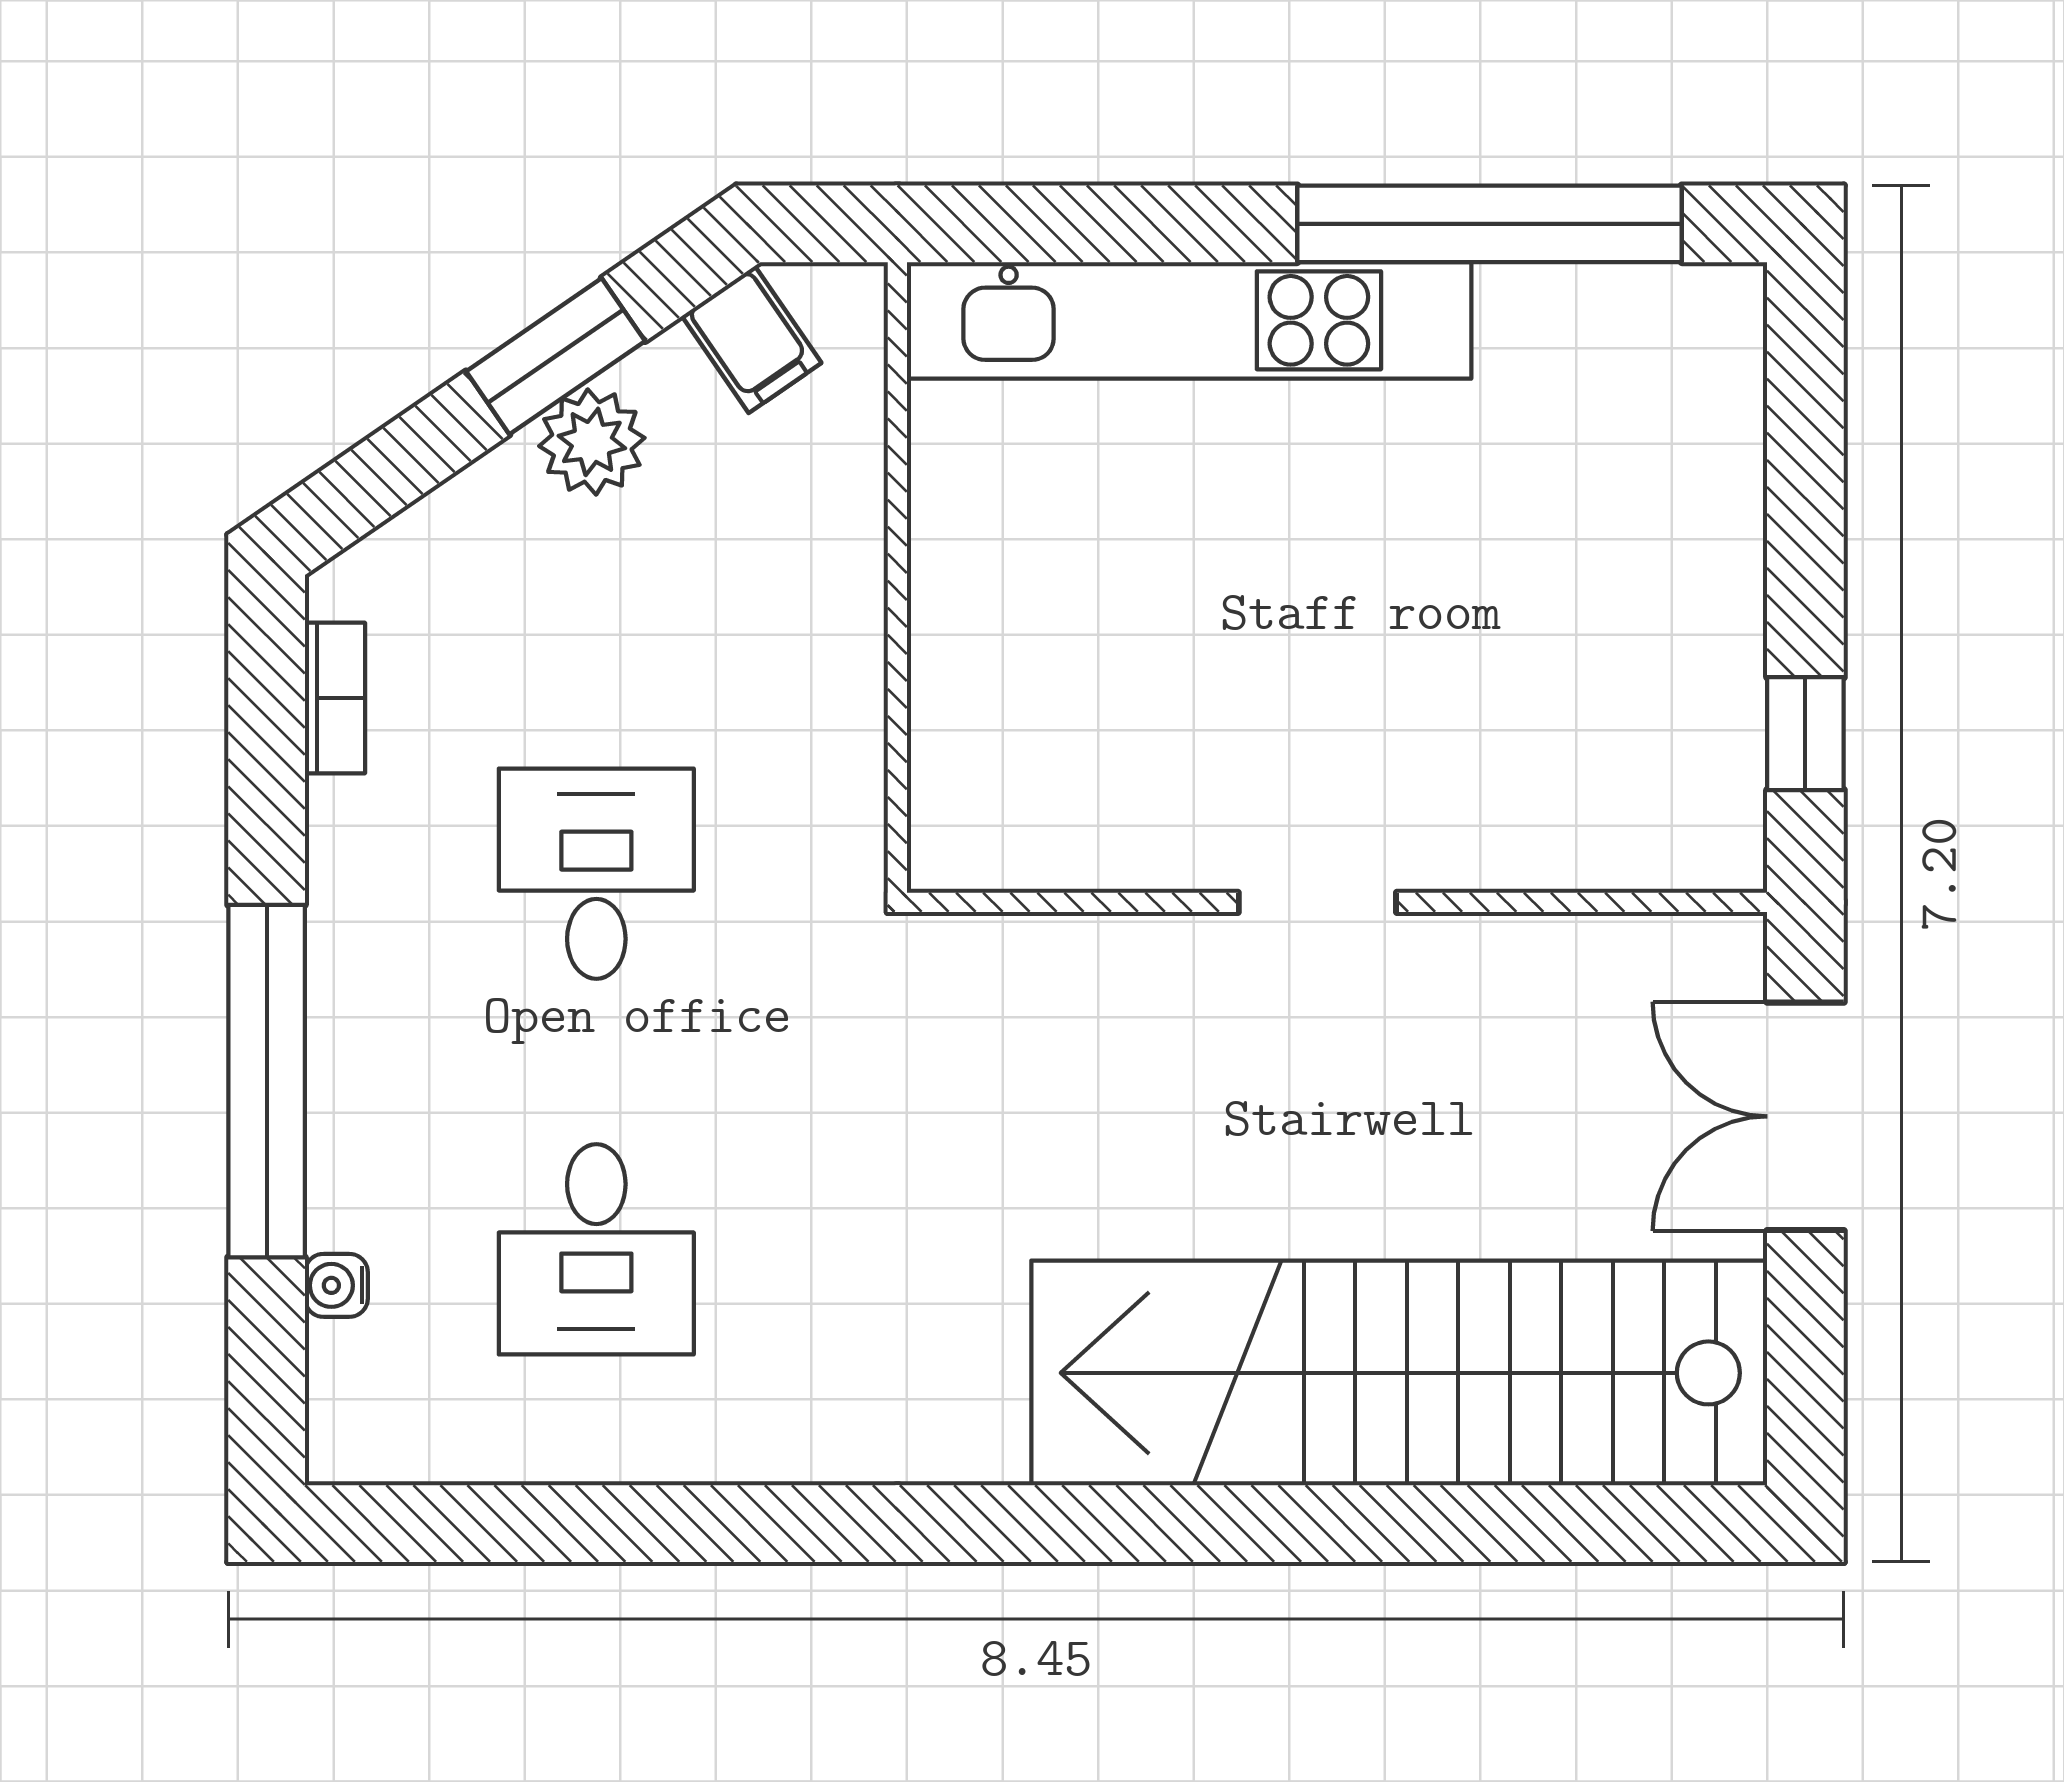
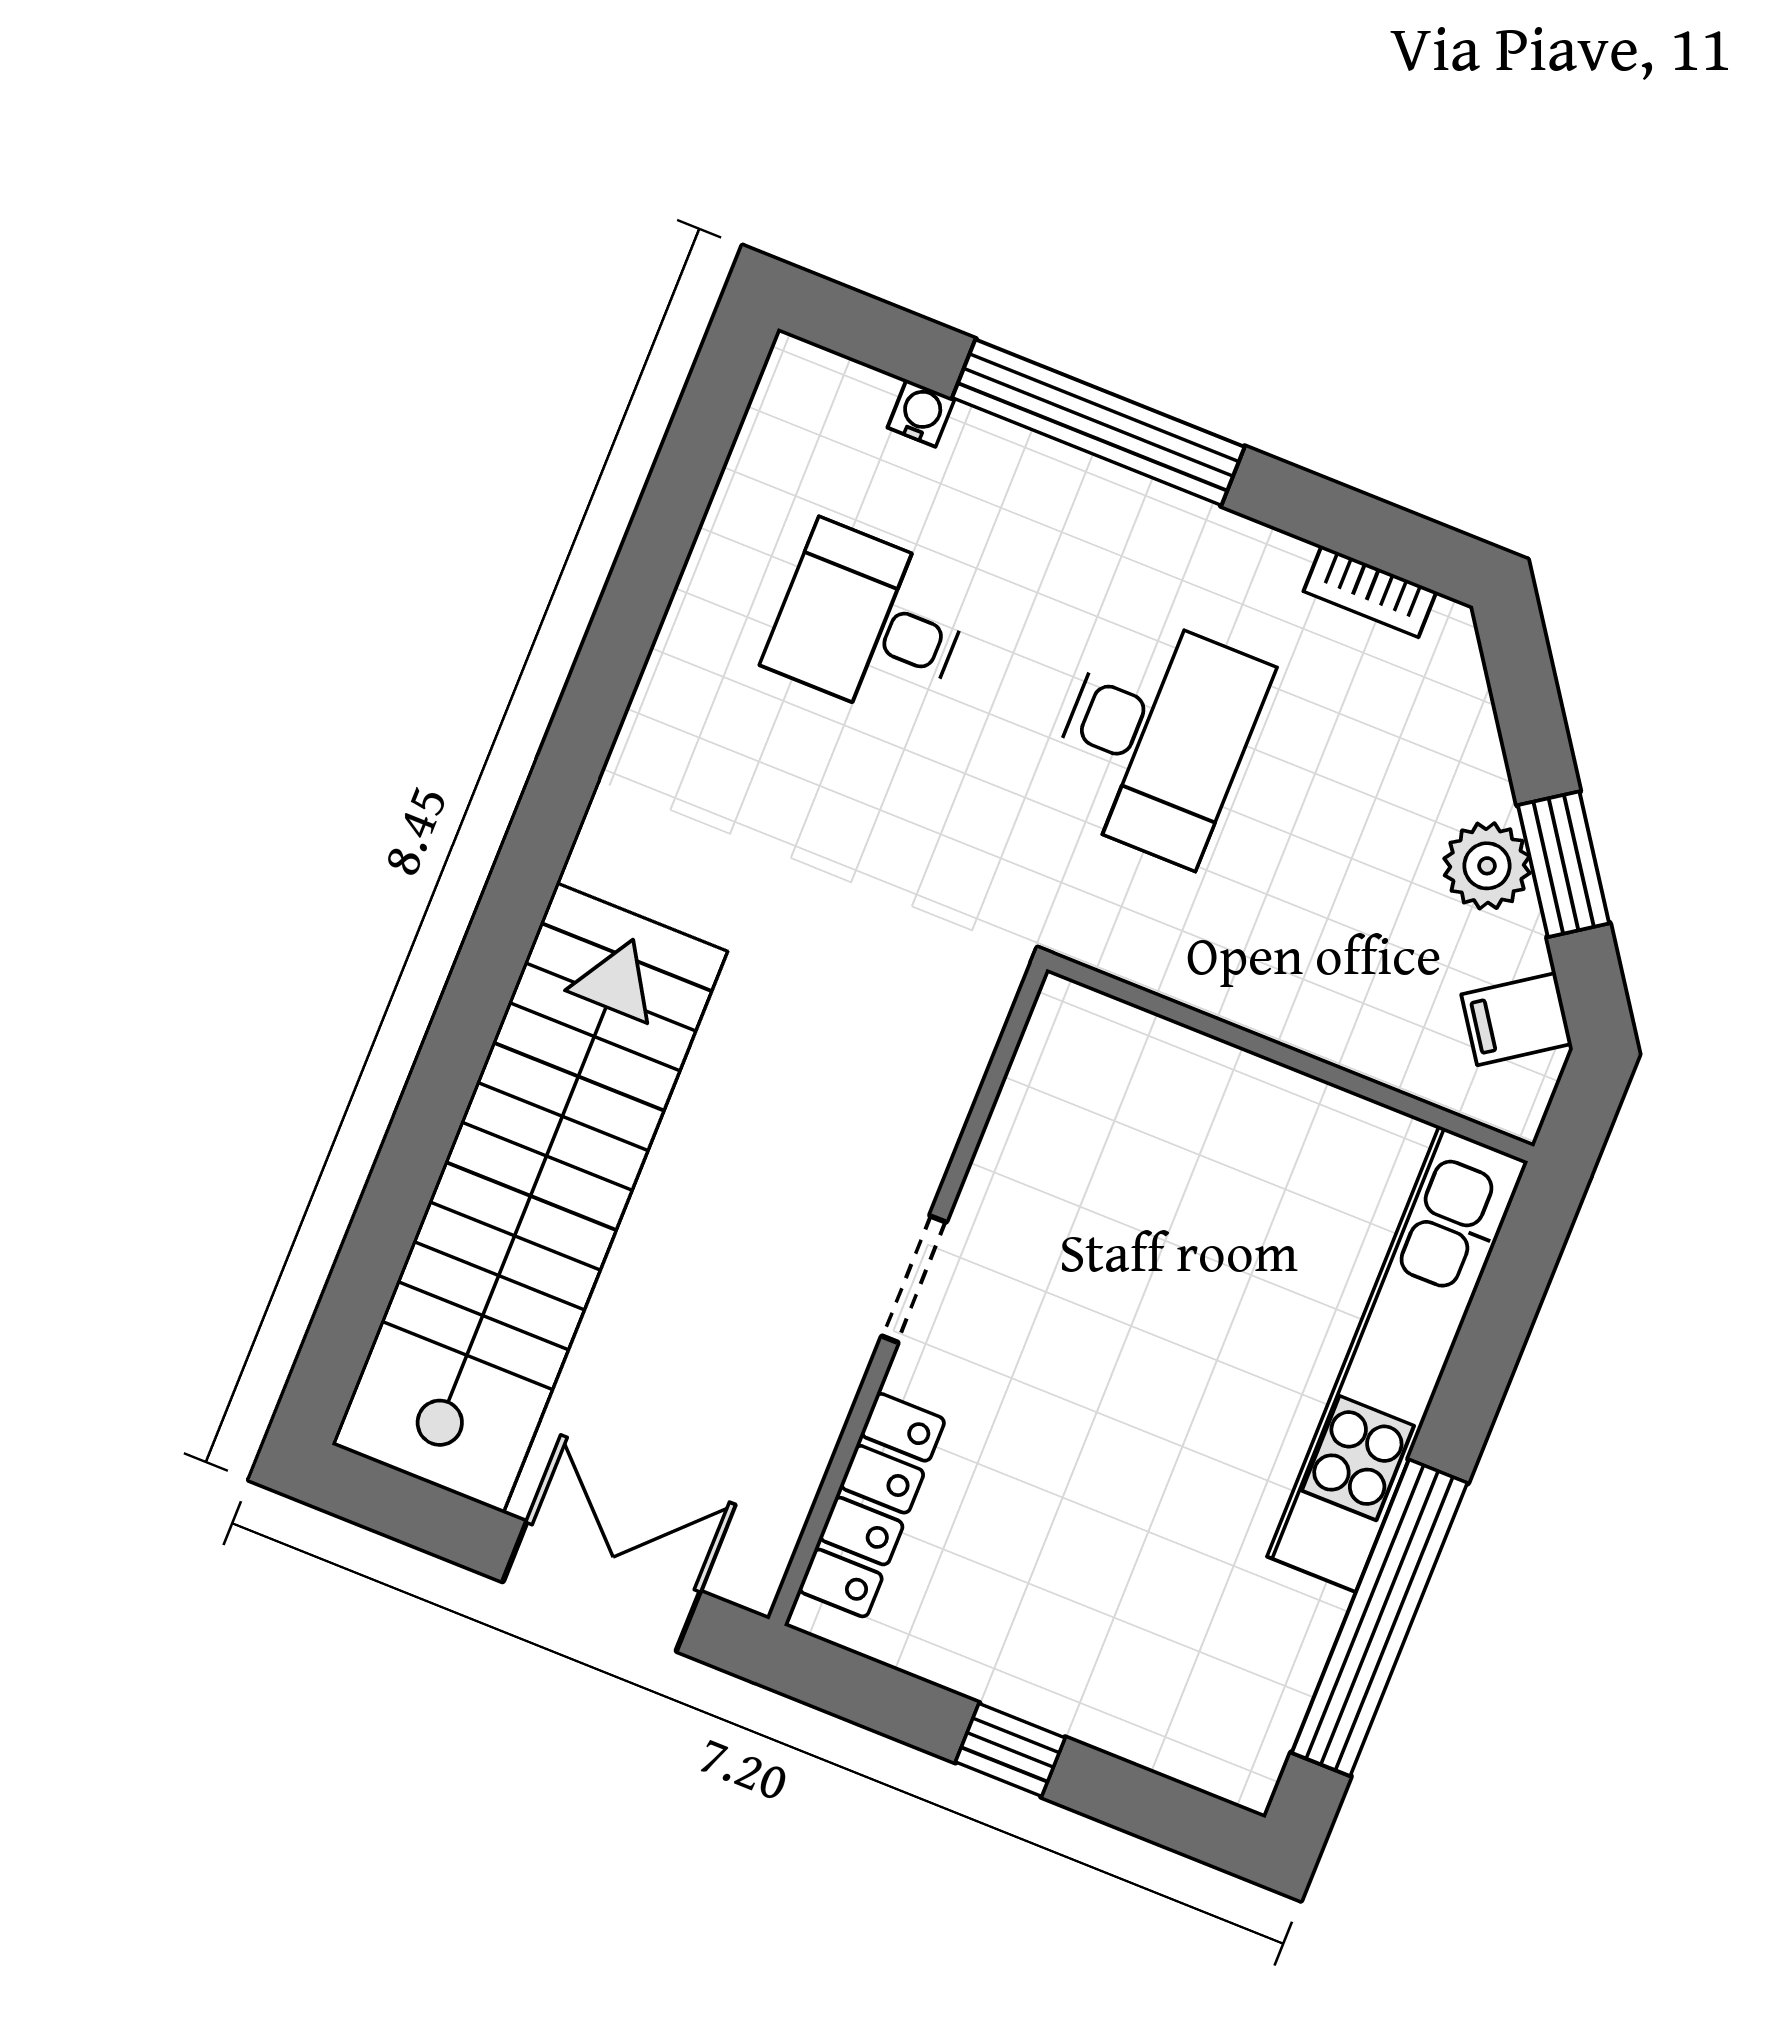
window: (1805, 734) -> (1010, 1750), moved
locker: (1592, 848) -> (872, 1505), added
desk: (596, 874) -> (1156, 737), width x1.37

